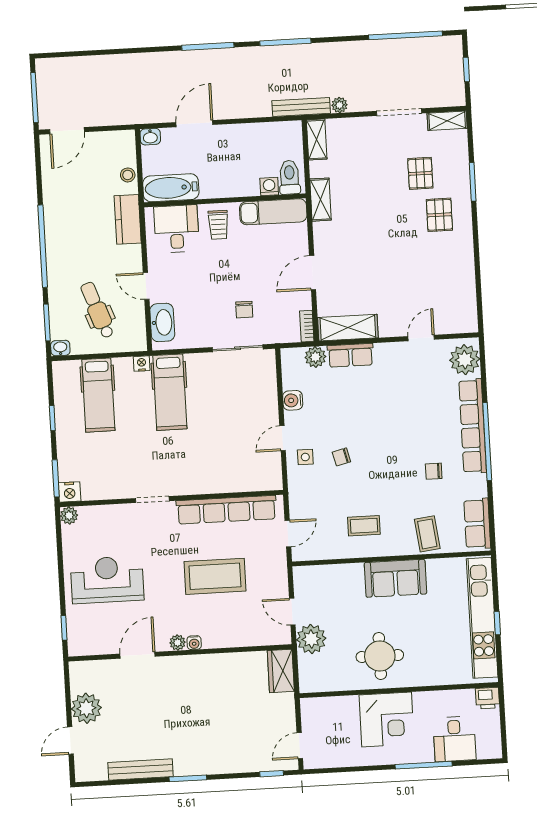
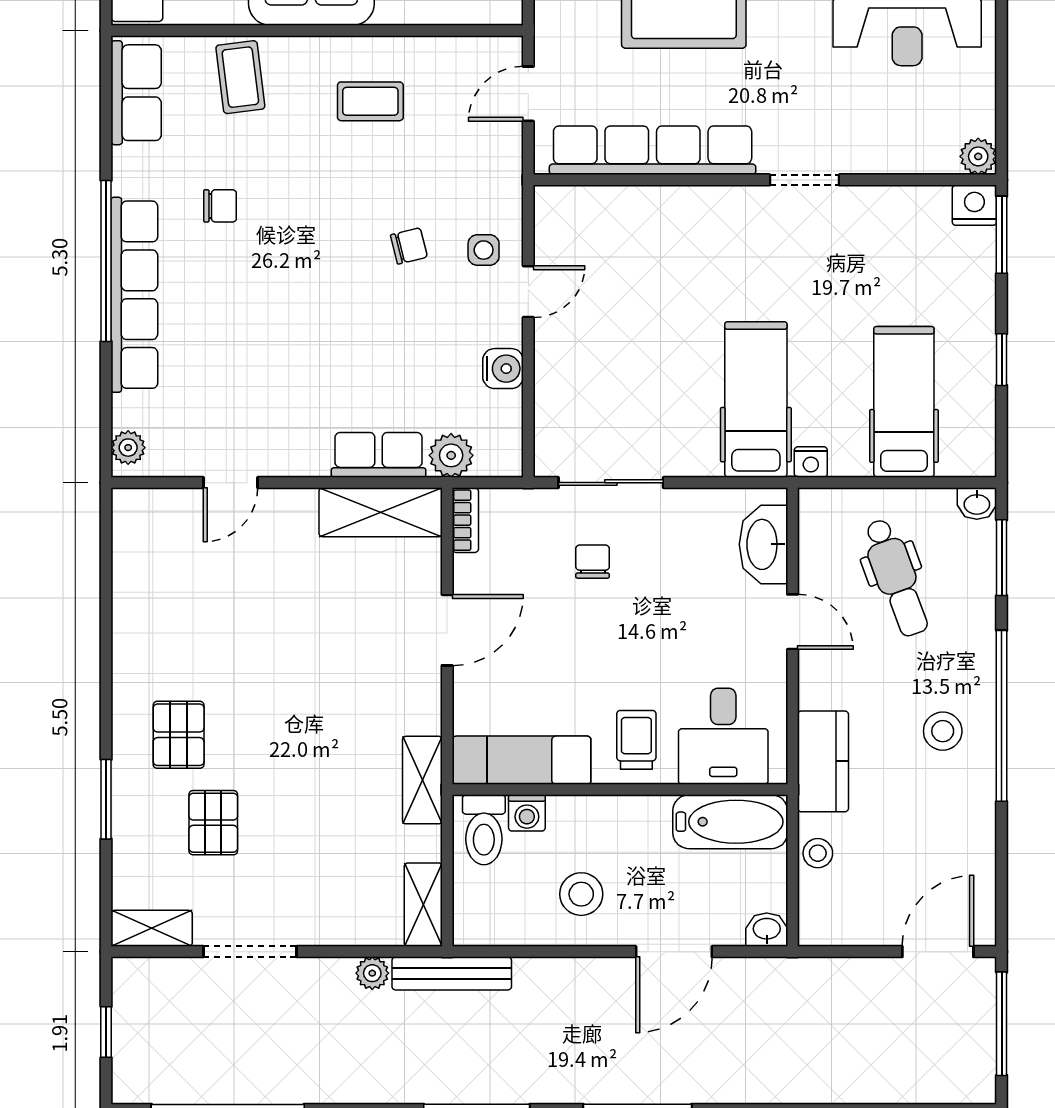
stool: (241, 149) -> (581, 894), added
stool: (71, 237) -> (943, 731), added
plant: (465, 360) -> (128, 448), width x0.53, depth x0.53

